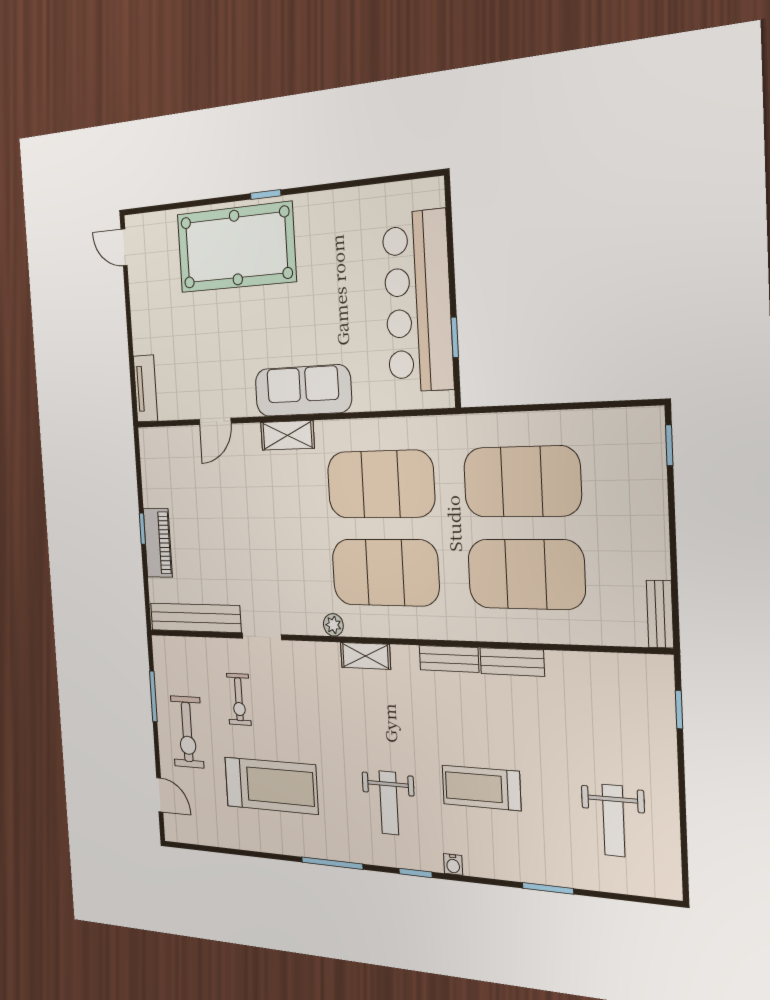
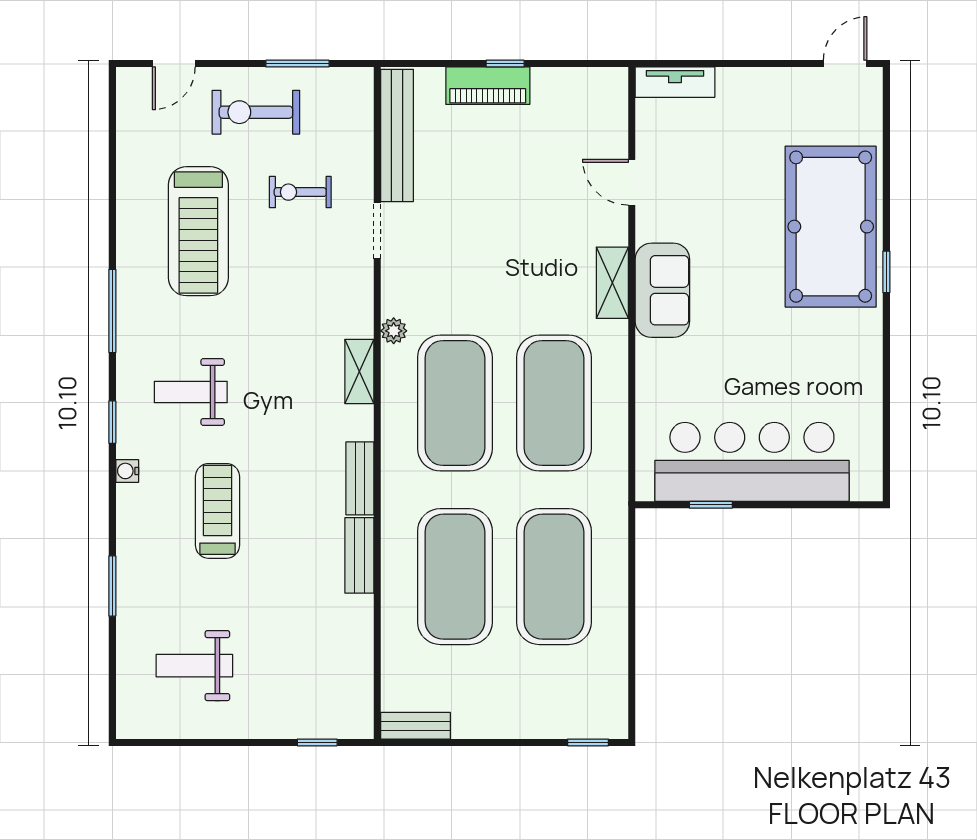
sofa: (303, 391) -> (662, 290), width x0.73

